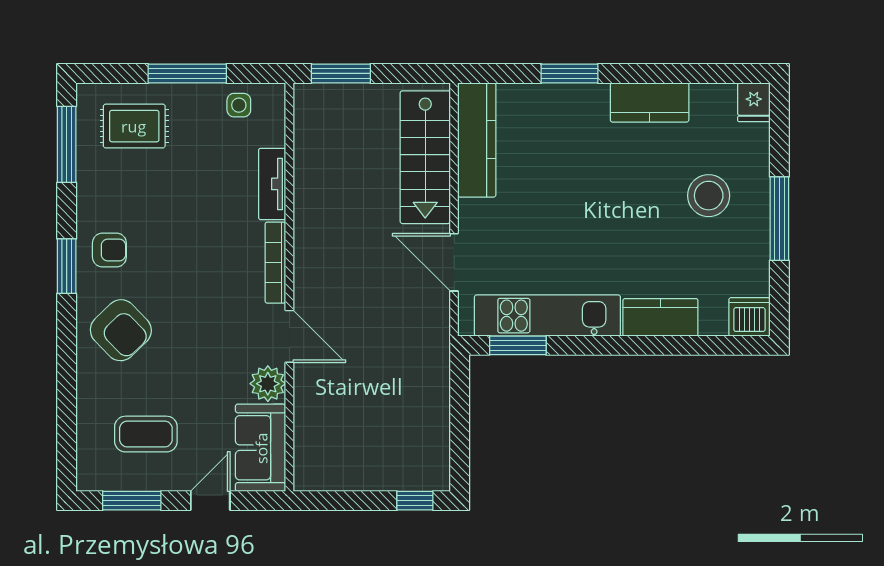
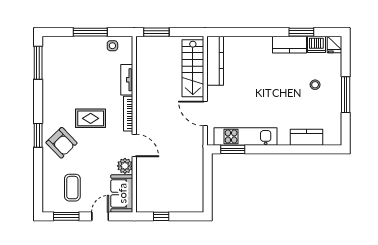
window: (569, 73) -> (301, 32), moved
rug: (134, 126) -> (91, 118), moved
stool: (709, 196) -> (315, 85), width x0.53, depth x0.53
armchair: (109, 250) -> (57, 108), removed
window: (67, 266) -> (38, 135), moved
kitchen counter: (660, 317) -> (307, 137), moved
dishwasher: (749, 317) -> (316, 44), moved, turned 180
coffee table: (146, 434) -> (72, 188), turned 90
window: (415, 501) -> (161, 216), moved

